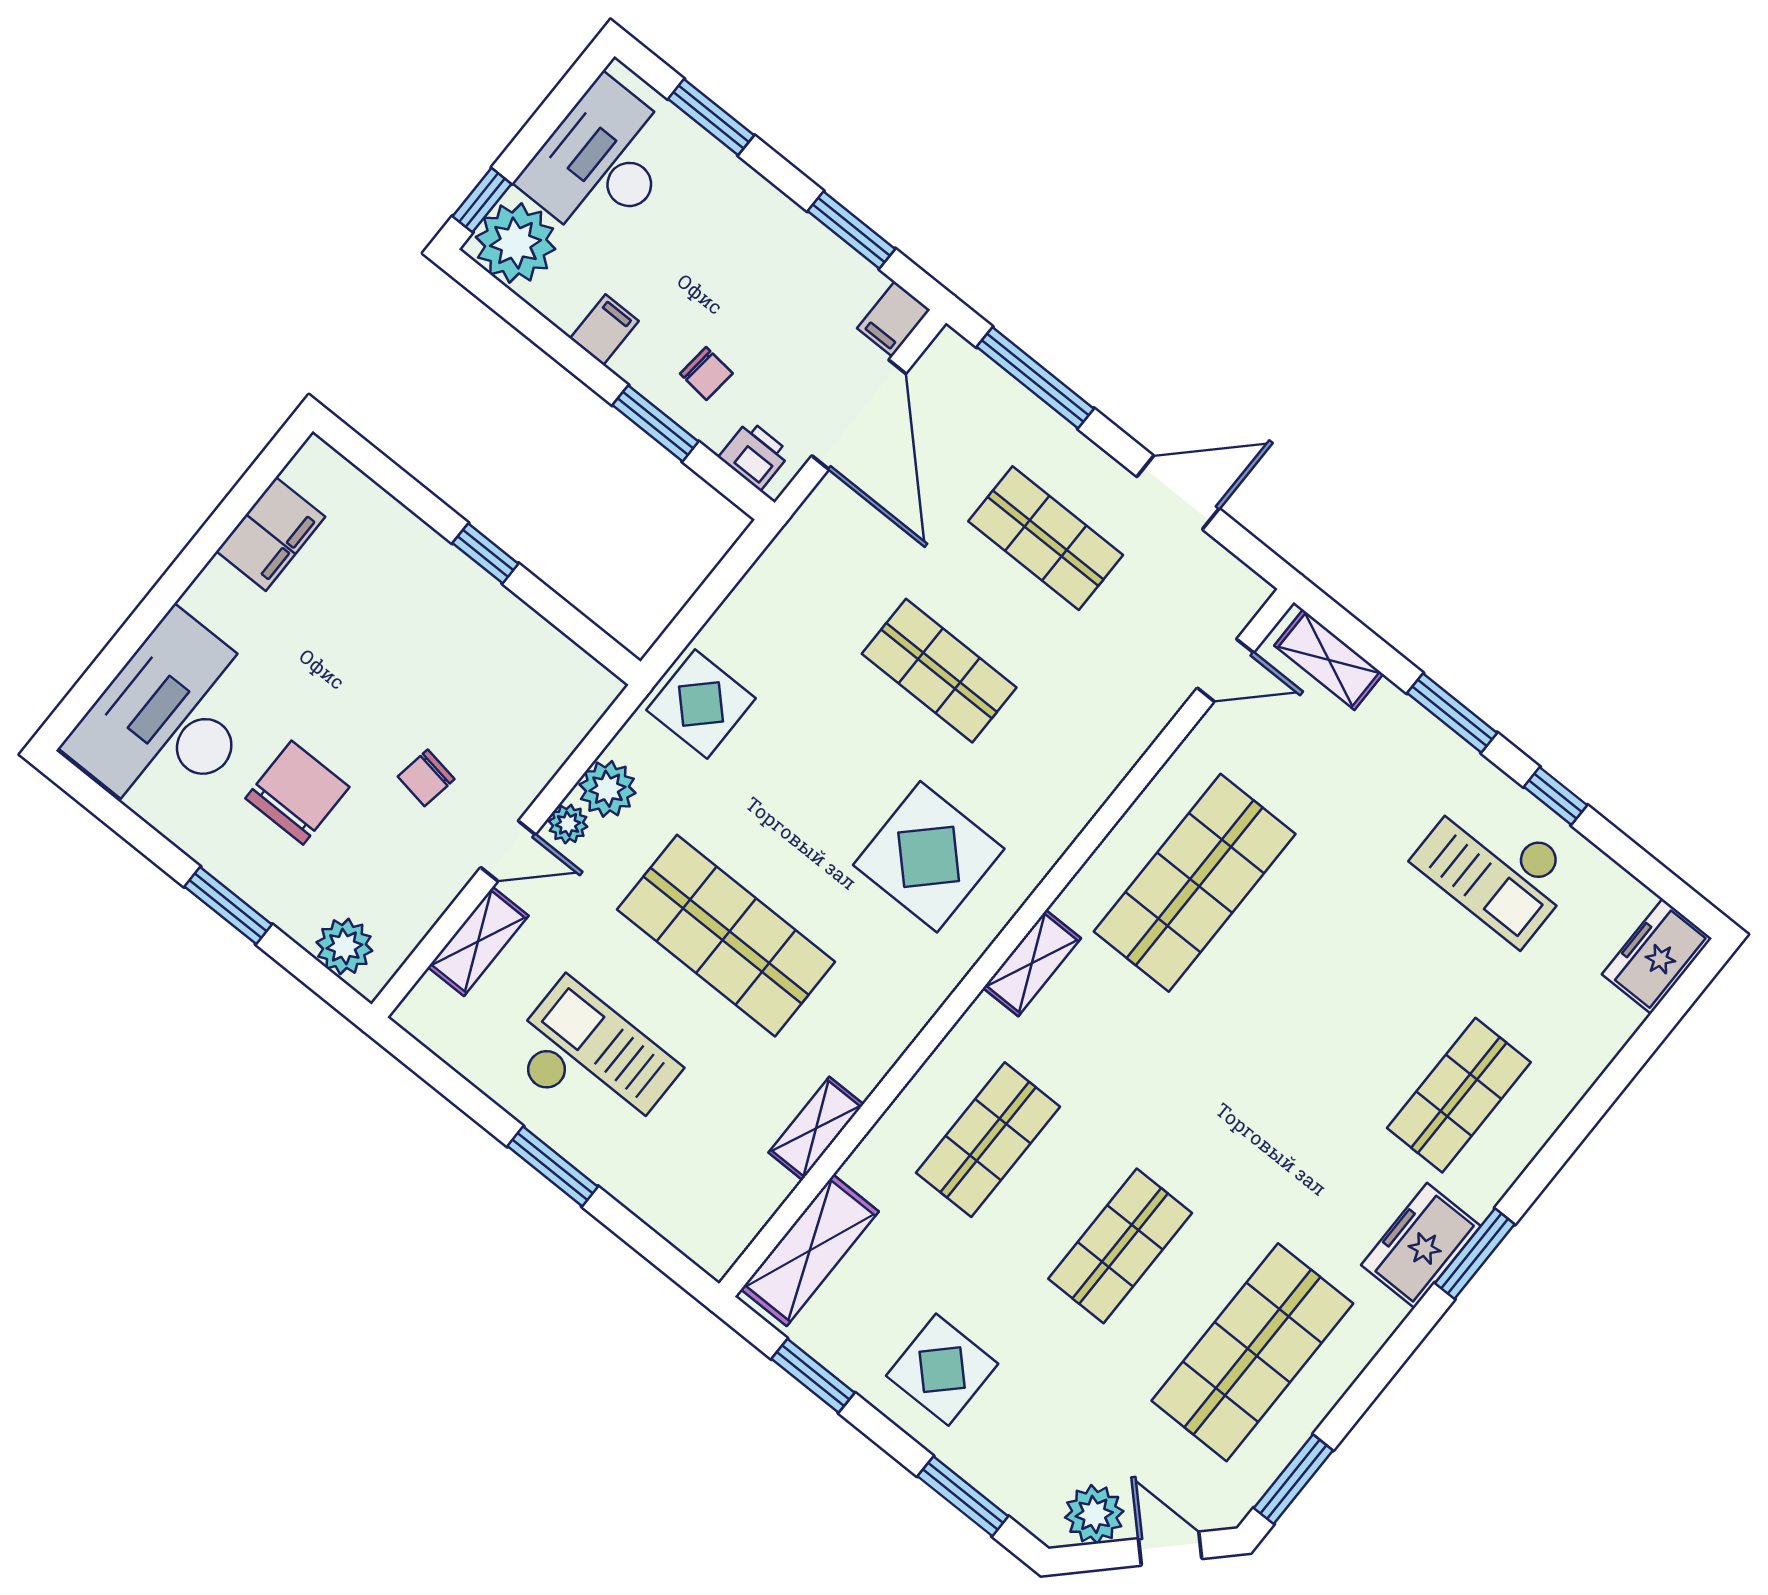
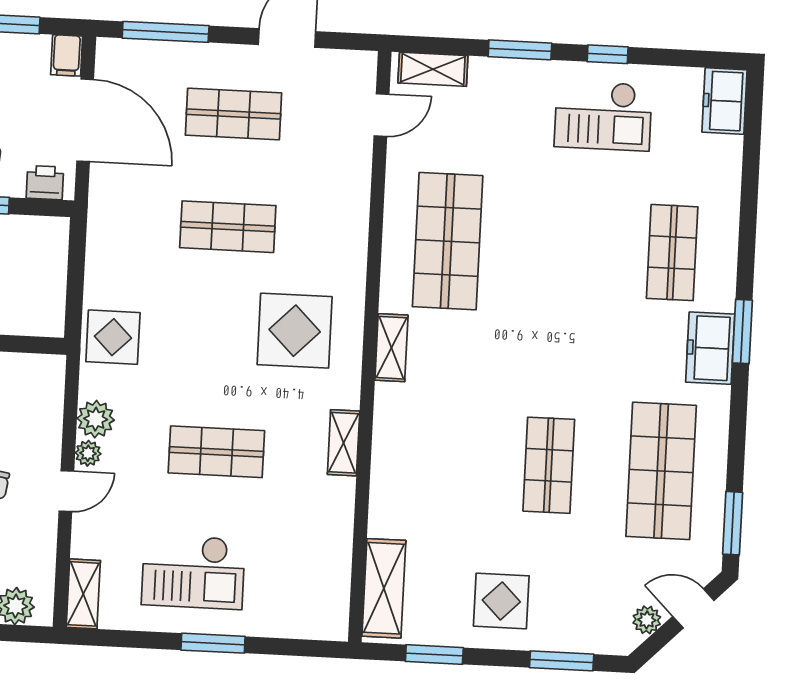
shop shelf: (726, 936) -> (216, 452), width x0.70, depth x0.74
shelving: (478, 941) -> (83, 594), moved
checkout: (592, 1062) -> (193, 572), turned 180
shelving: (816, 1128) -> (344, 443), moved
shop shelf: (988, 1140) -> (437, 460), removed
plant: (1094, 1514) -> (647, 620), width x0.73, depth x0.73

